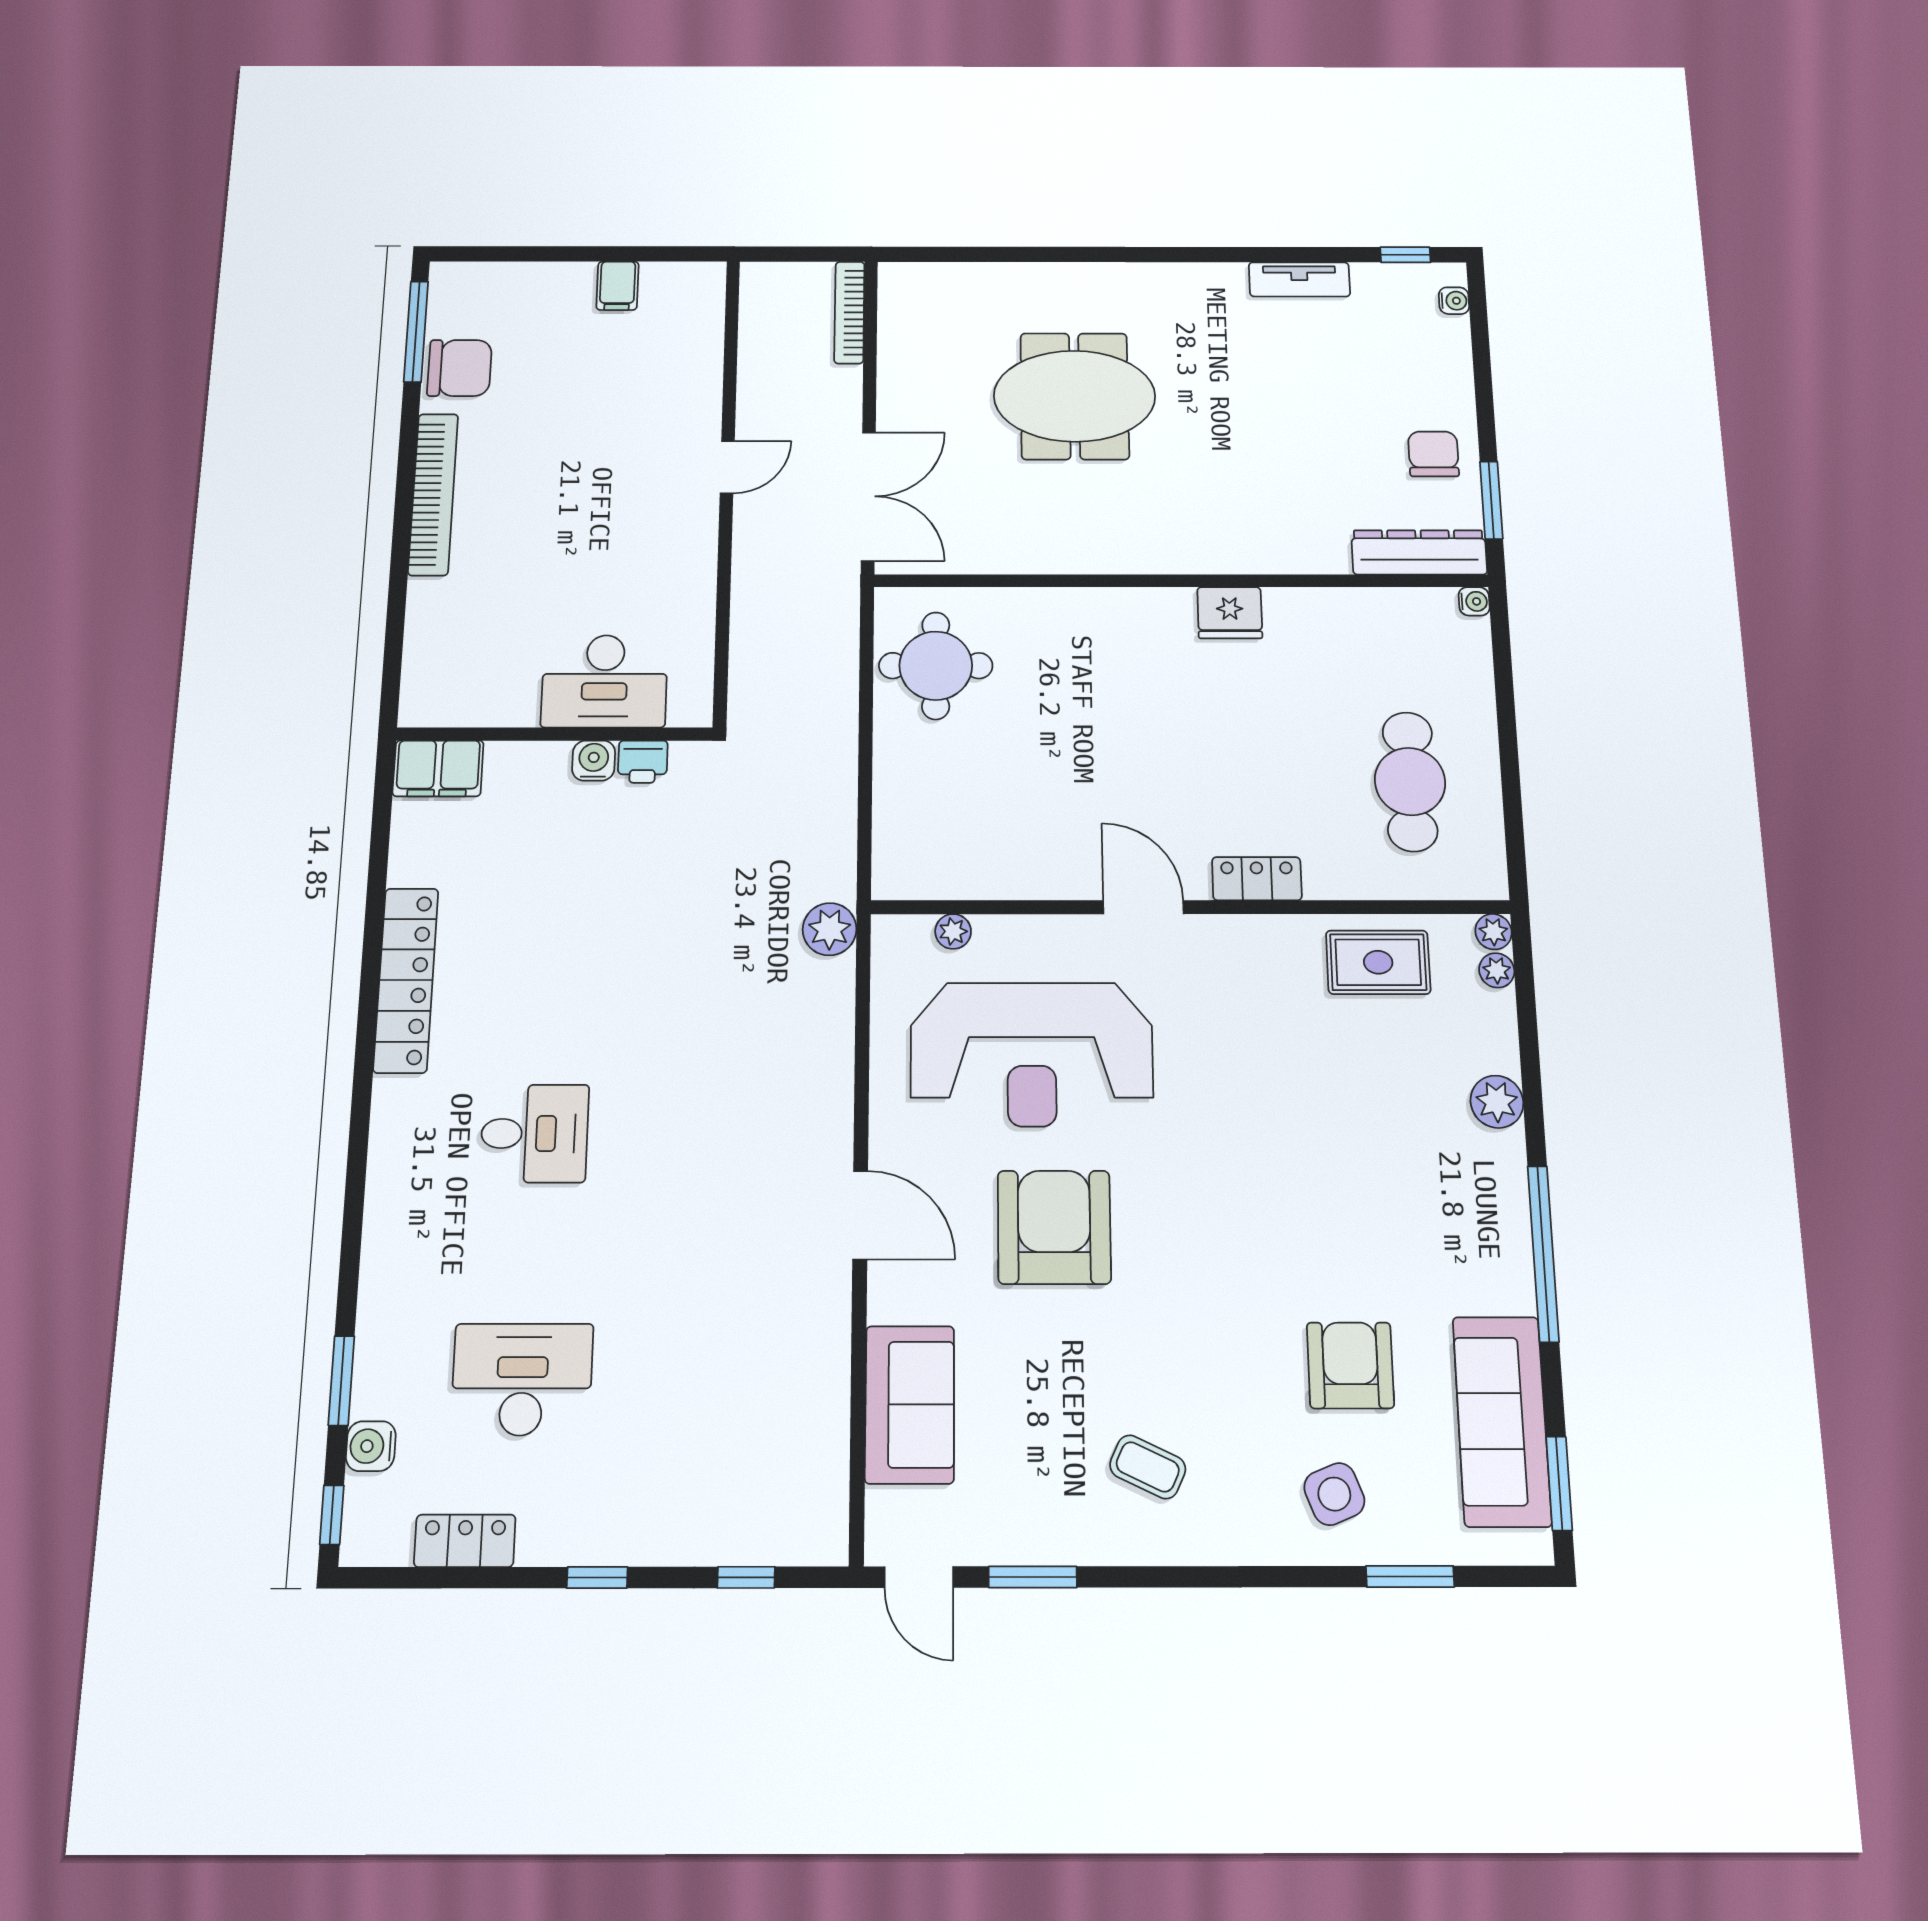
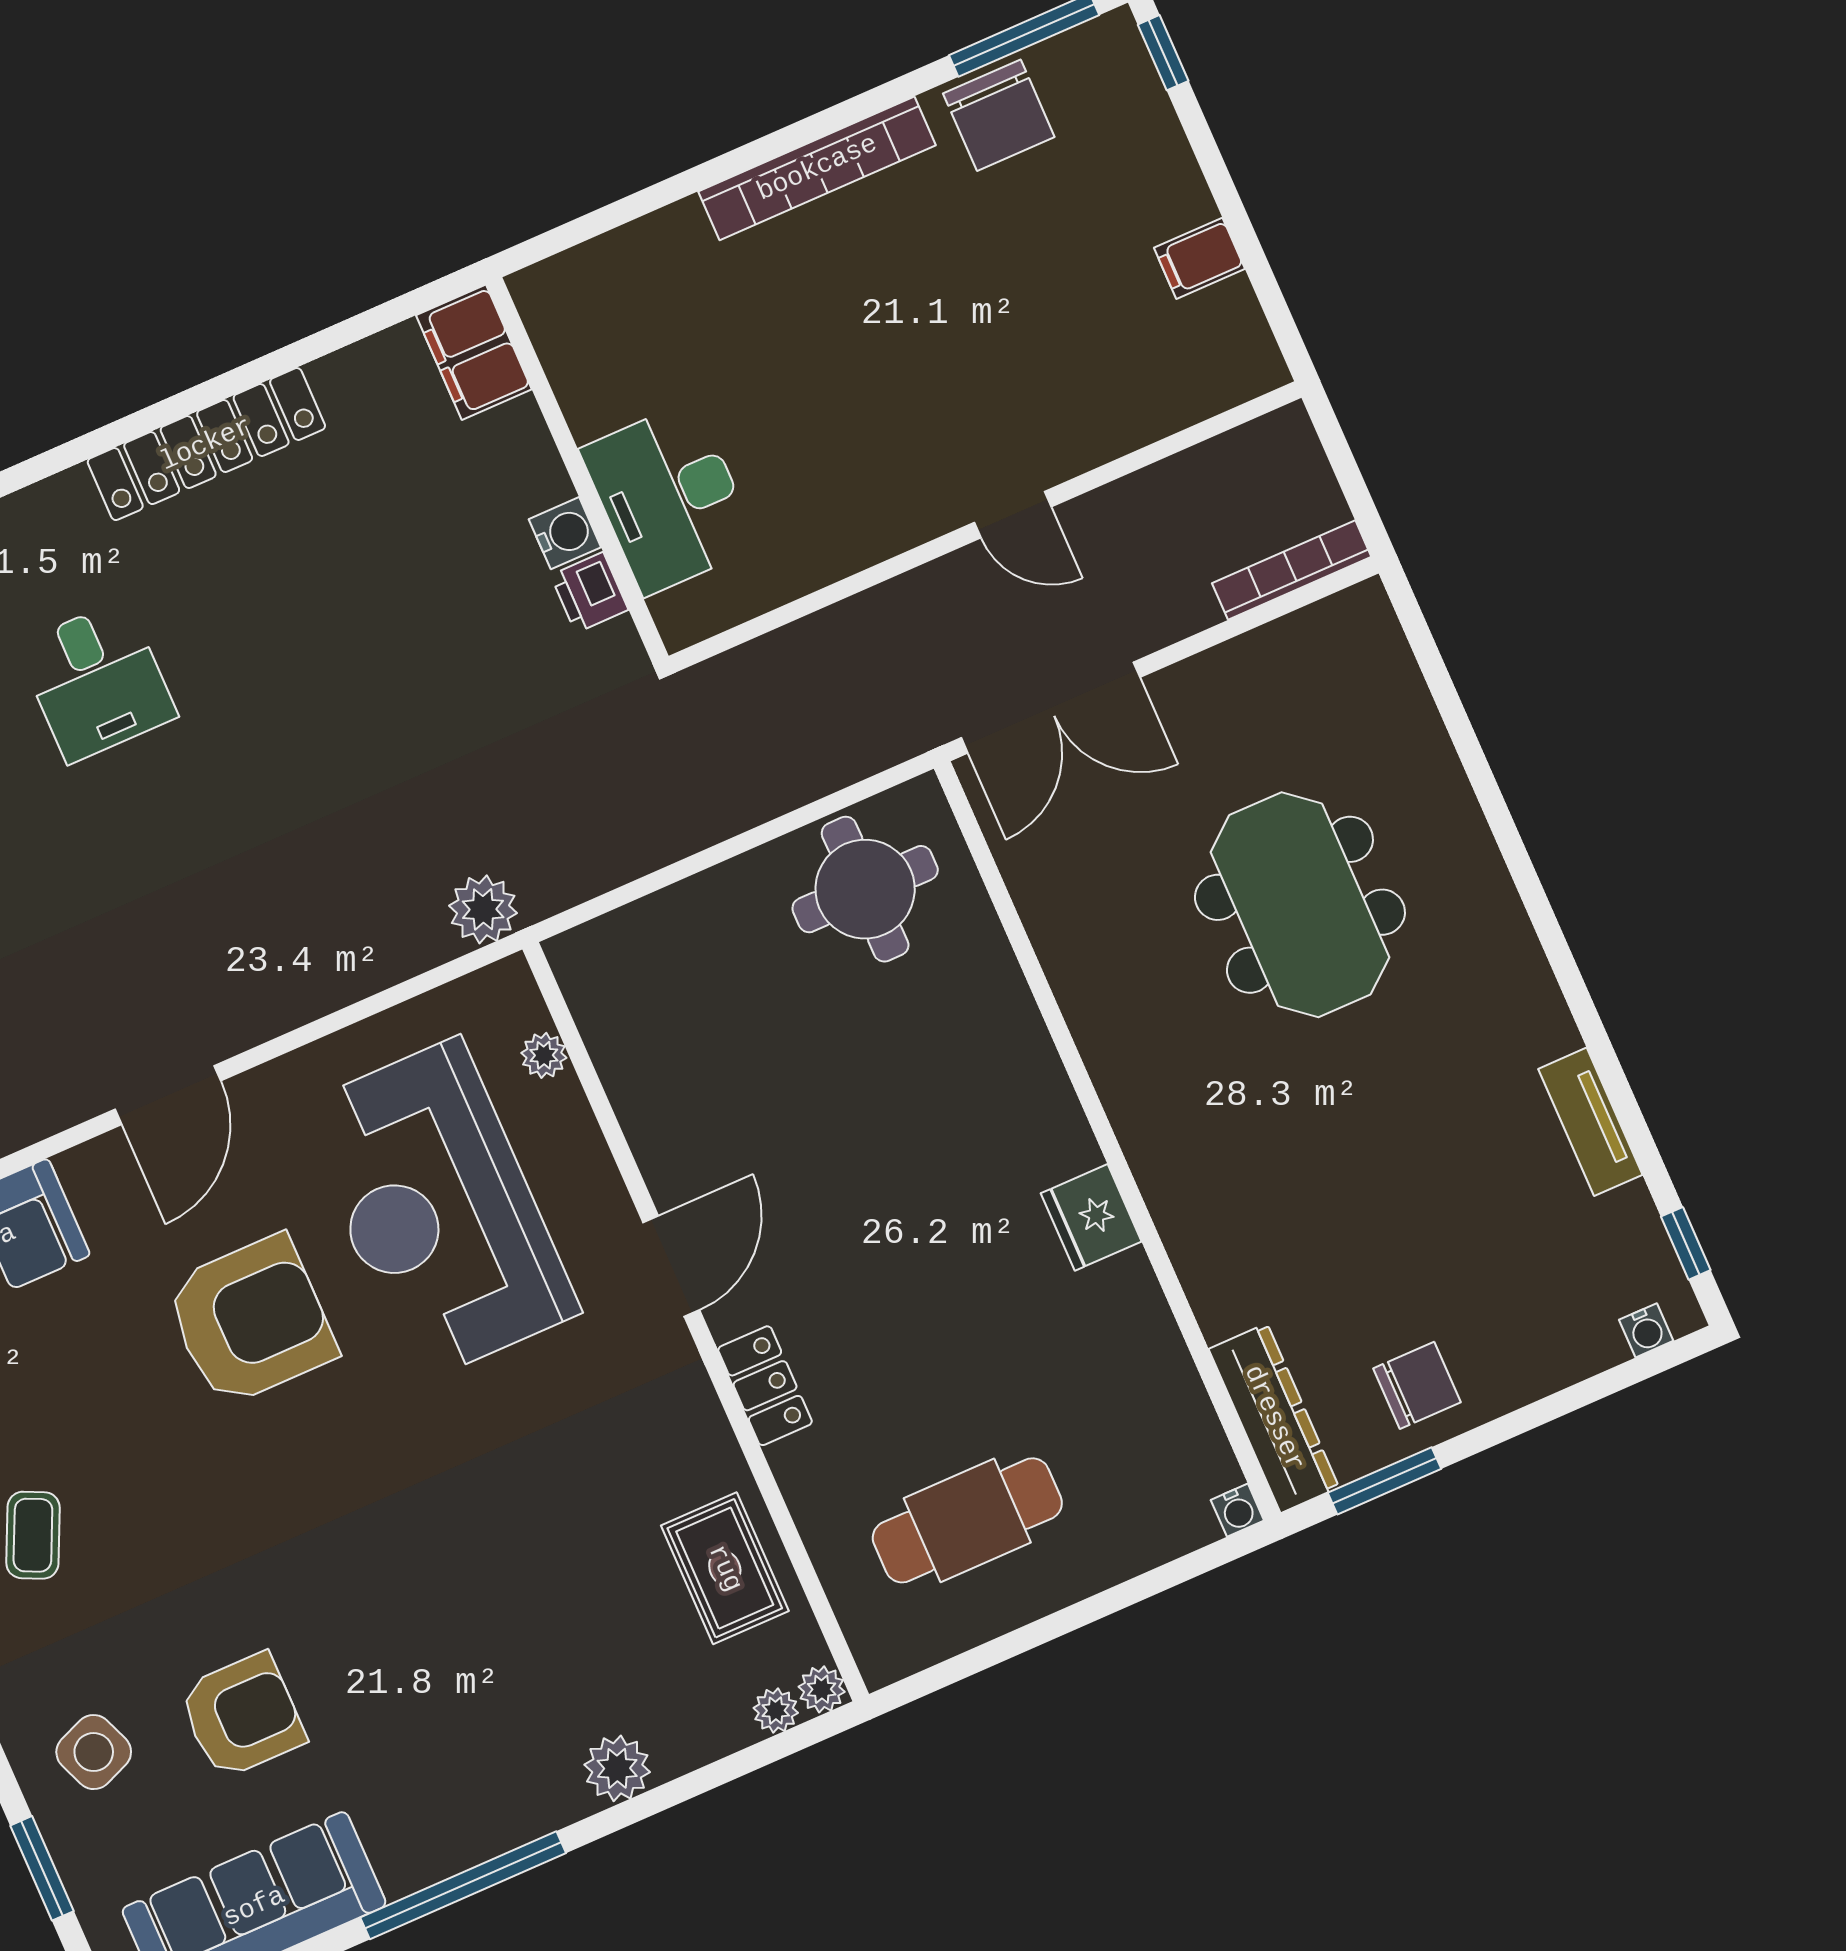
window: (473, 254) -> (1163, 53), added

